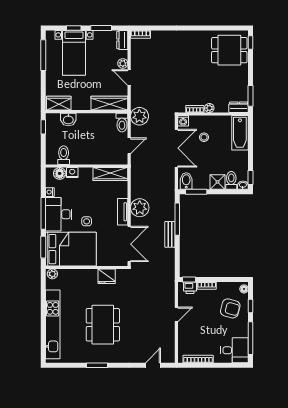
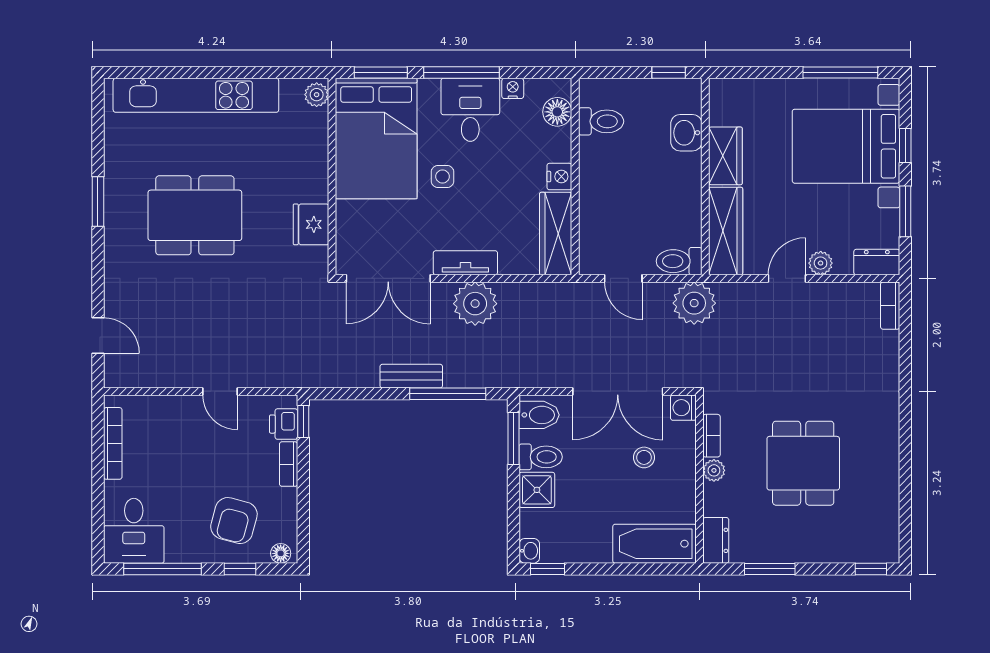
dining table: (229, 50) -> (803, 463), moved
bed with nightstands: (74, 53) -> (846, 146), width x1.36
window: (251, 96) -> (770, 569), moved
wardrobe: (59, 103) -> (725, 156), moved
nightstand: (72, 173) -> (559, 177), moved
toilet: (231, 180) -> (541, 457), moved
desk: (59, 214) -> (470, 110), width x0.73

